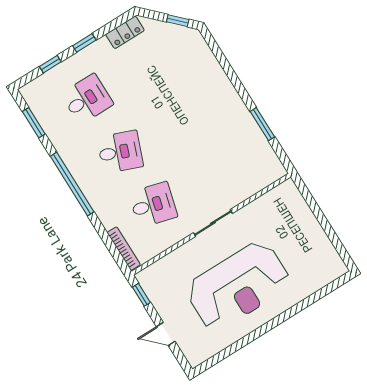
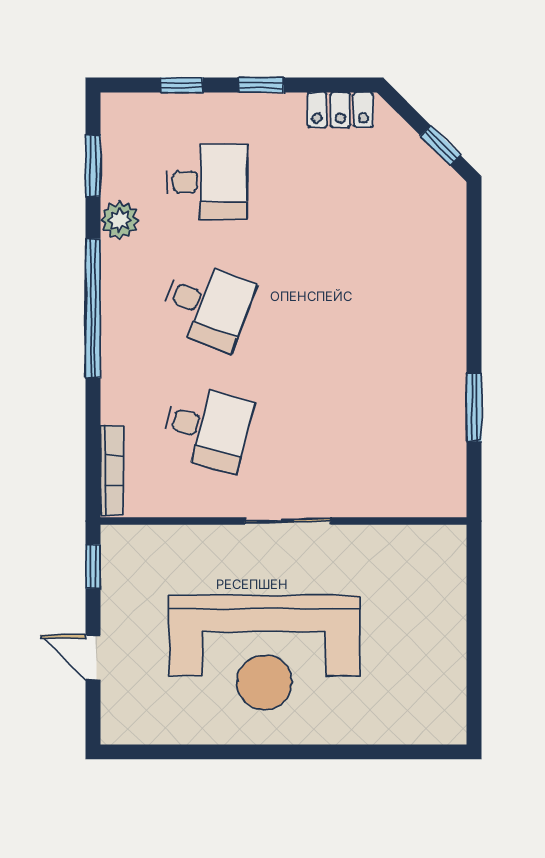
plant: (60, 139) -> (120, 220), added

